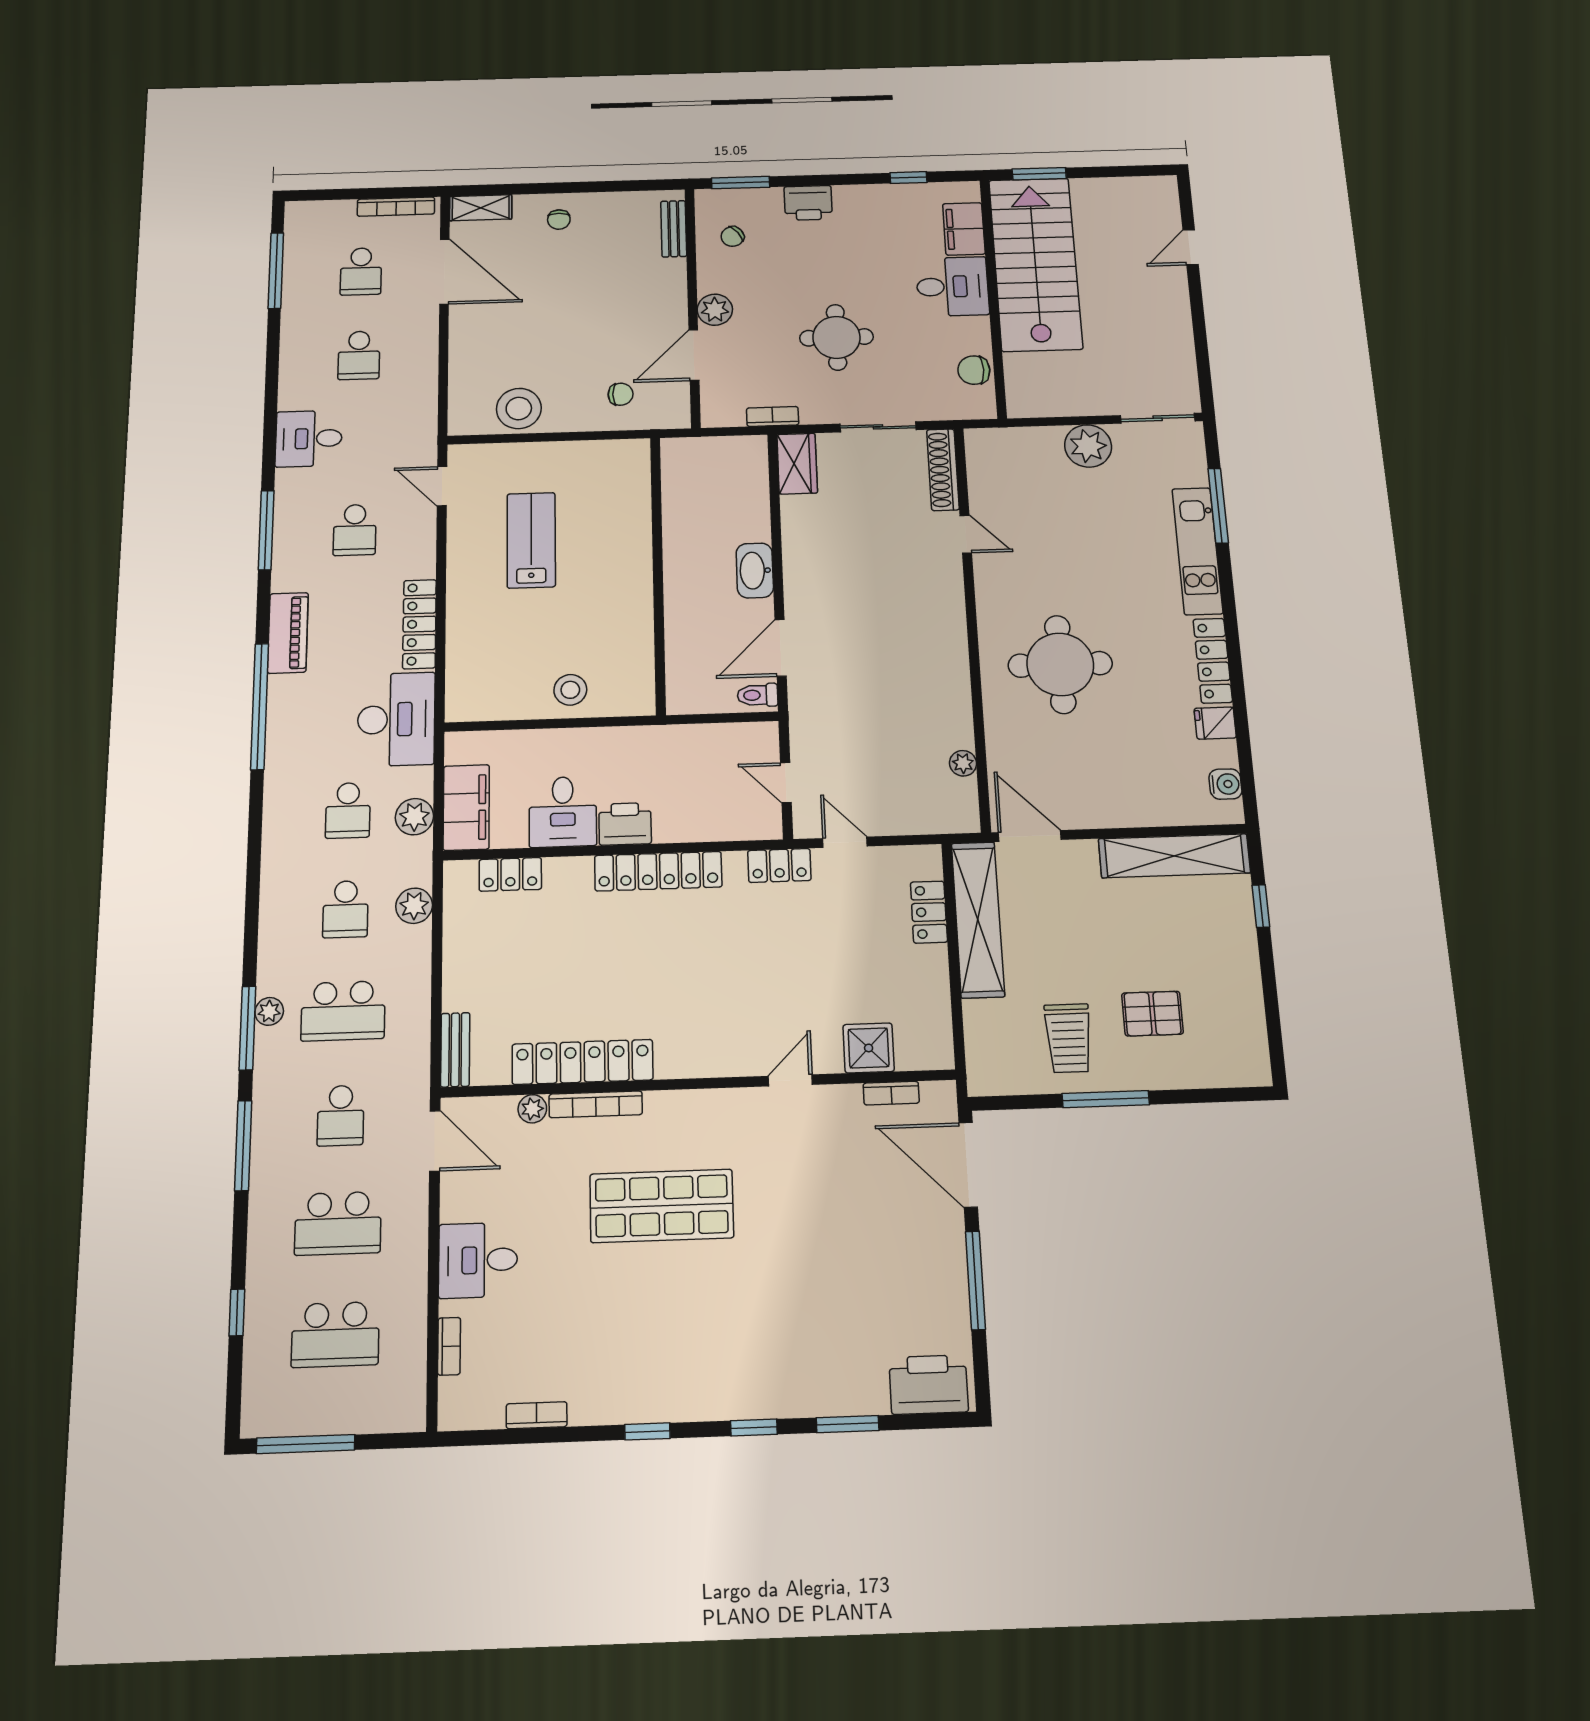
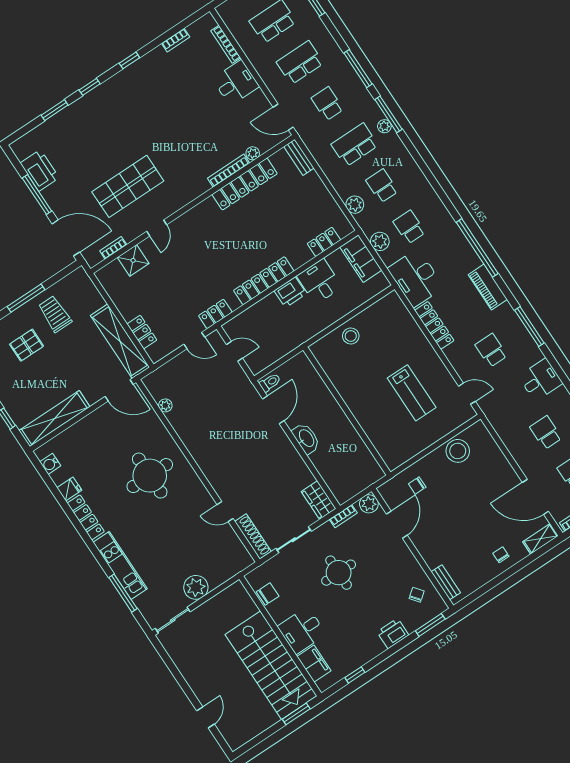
plant: (715, 310) -> (369, 504), moved
shop shelf: (662, 1206) -> (128, 186), moved
bookcase: (449, 1346) -> (226, 44), width x1.56
printer: (929, 1385) -> (40, 170), moved, turned -90

